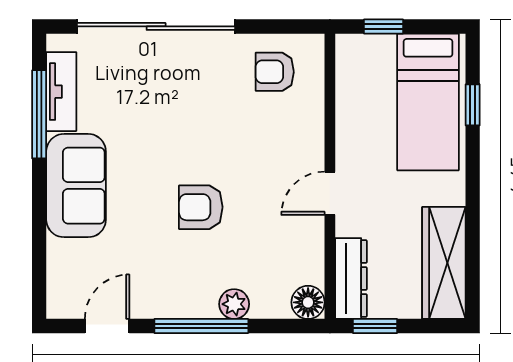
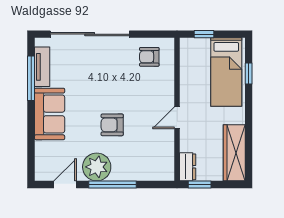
dresser: (351, 279) -> (188, 167), width x0.70
floor lamp: (308, 302) -> (166, 173), removed
plant: (234, 304) -> (97, 167), moved, width x1.87, depth x1.87

